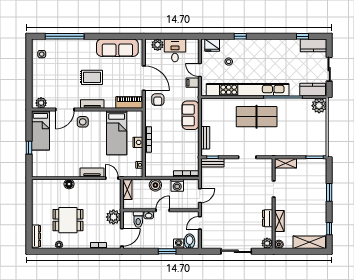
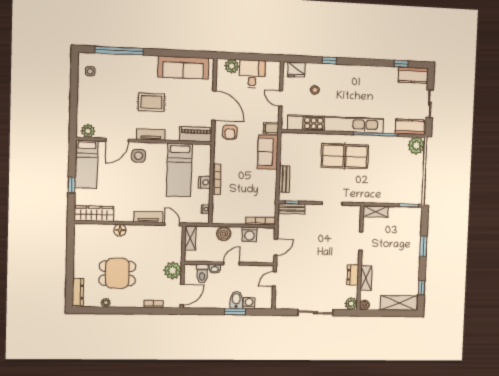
filing cabinet: (192, 83) -> (271, 128), moved
wardrobe: (48, 171) -> (94, 214), added
bidet: (190, 241) -> (236, 300), moved

